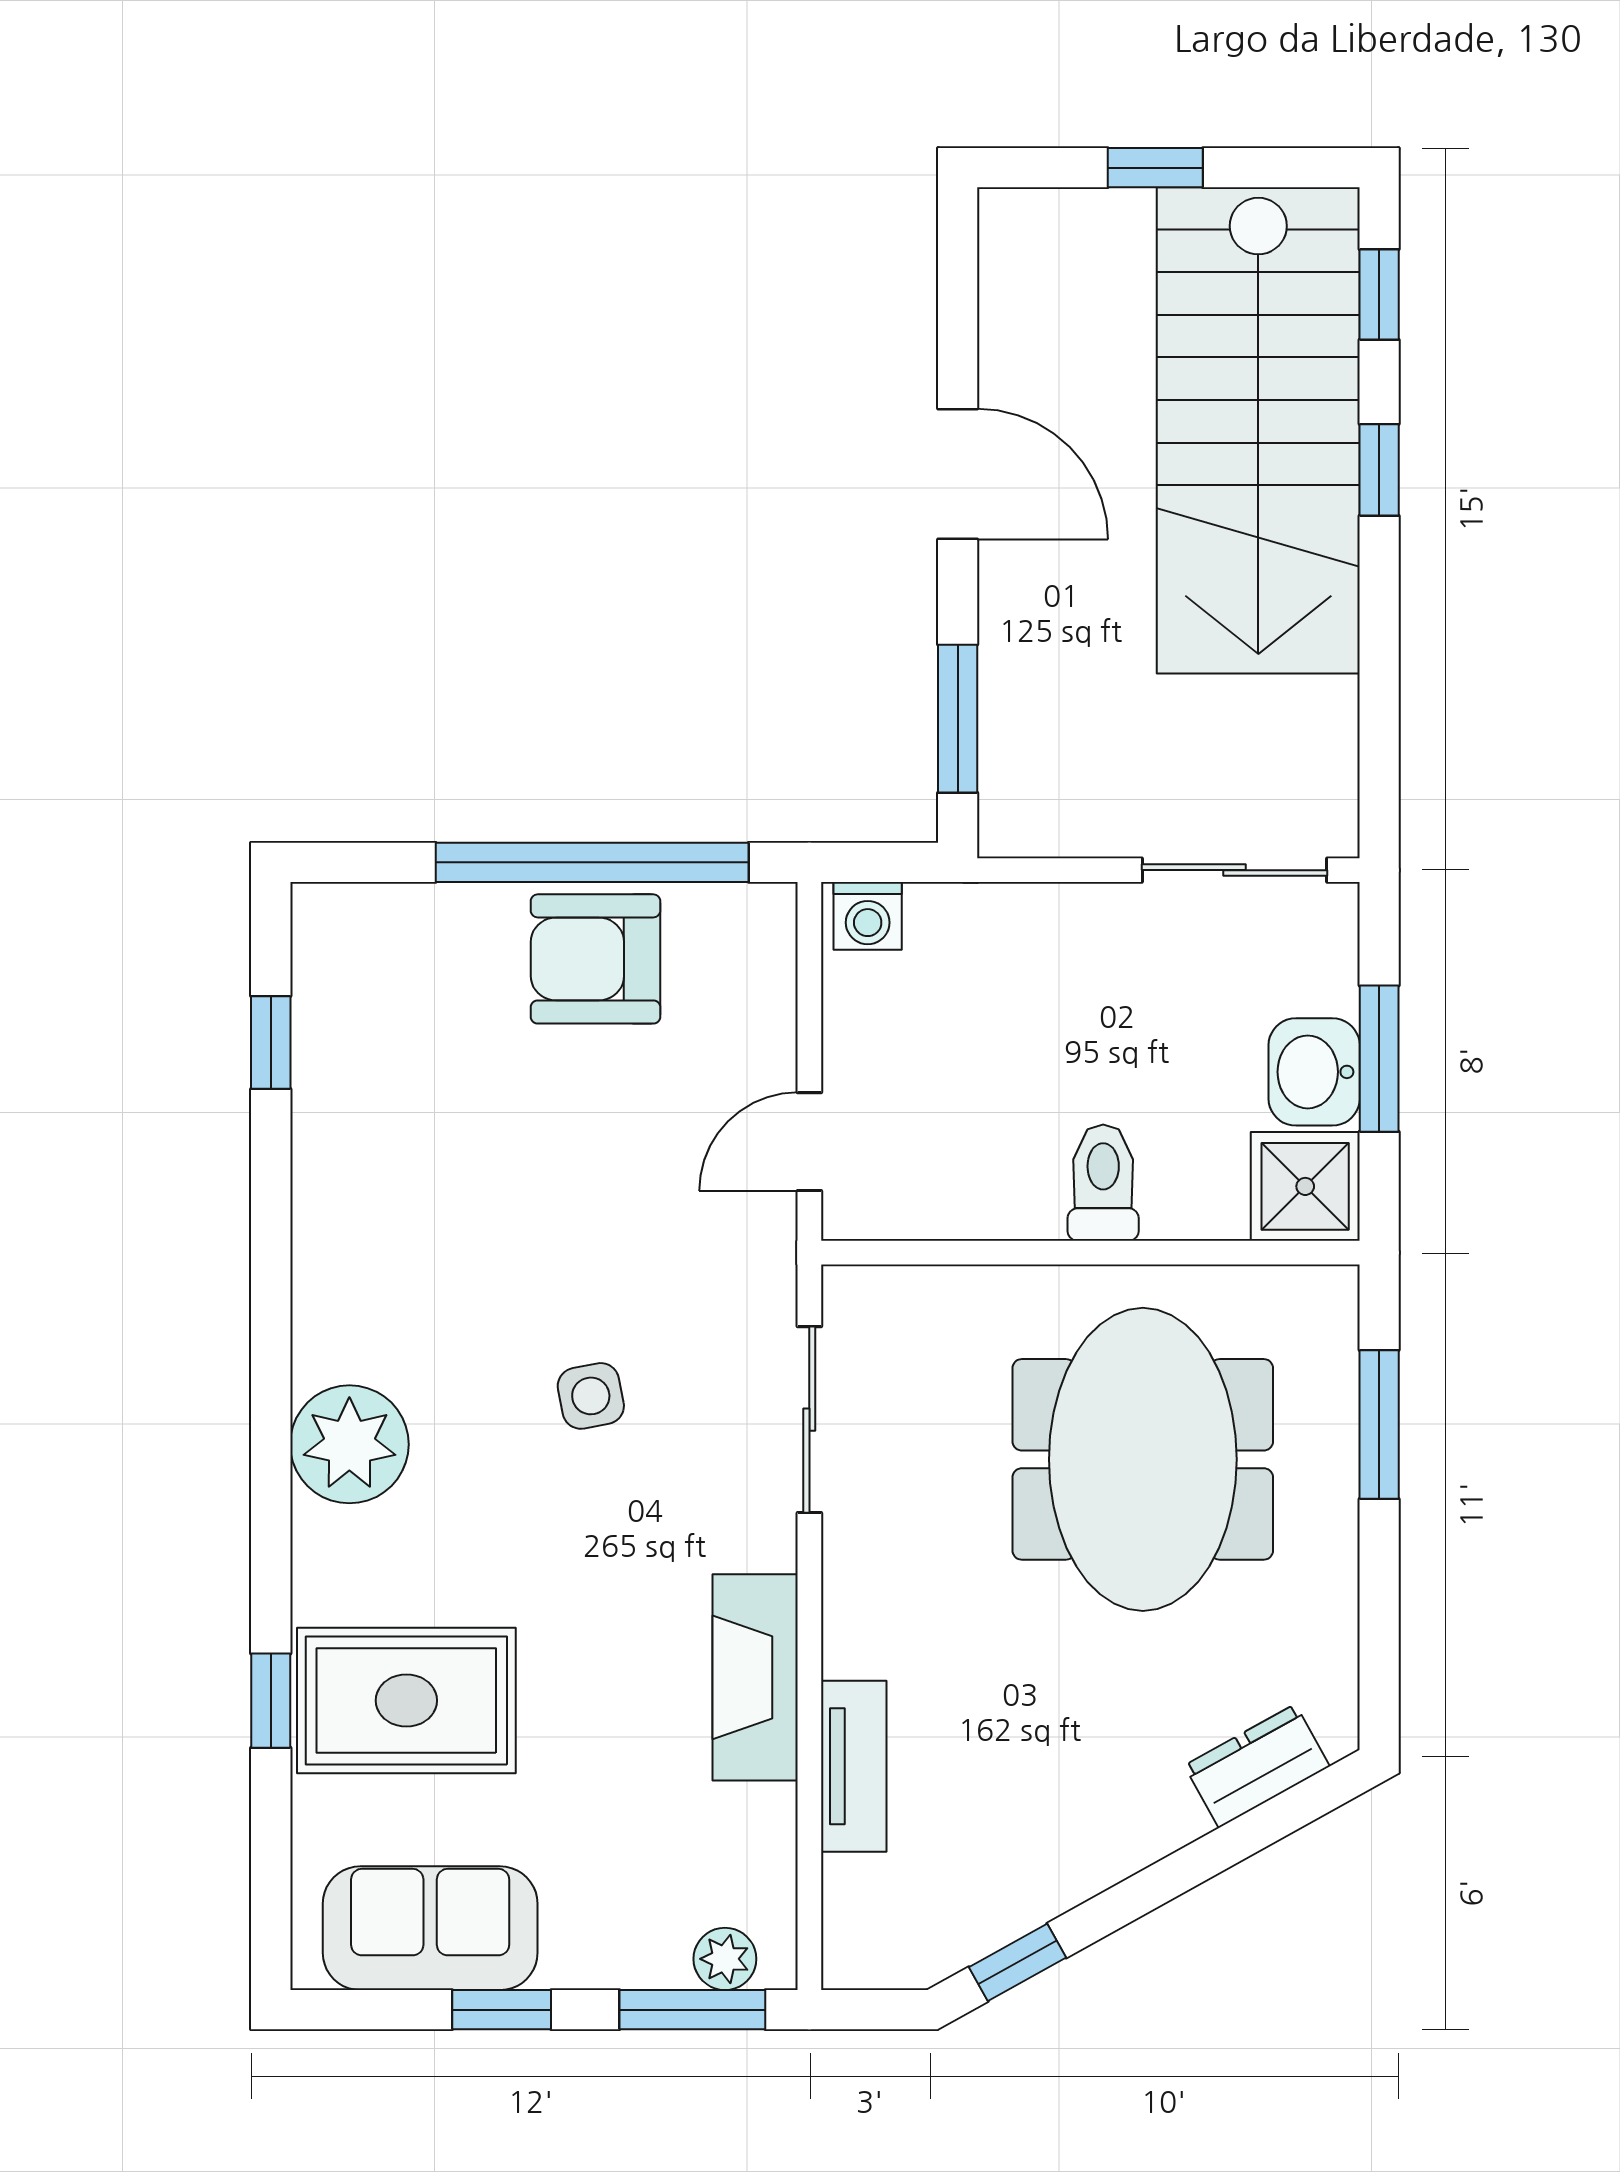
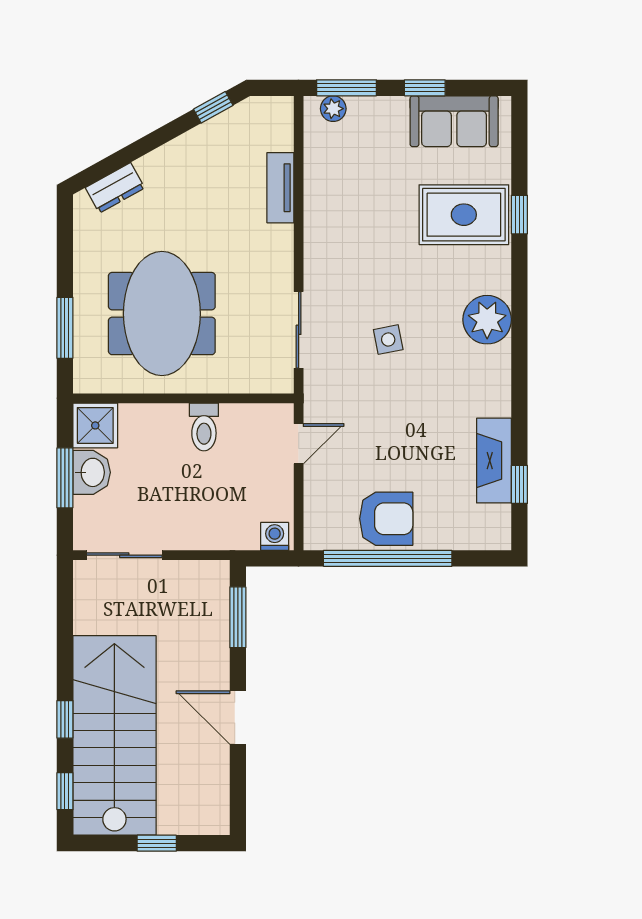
toilet: (1103, 1183) -> (204, 427), moved
fireplace: (755, 1677) -> (494, 461), moved, turned 180

